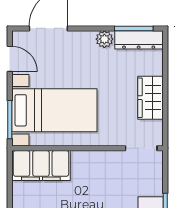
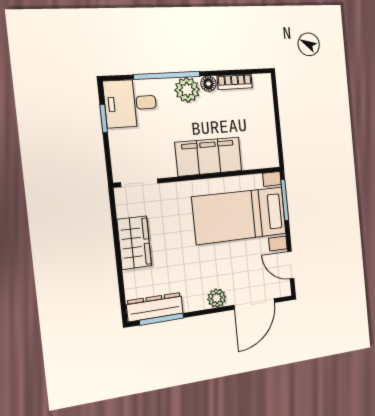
plant: (104, 39) -> (217, 298), moved
filing cabinet: (41, 166) -> (209, 157), moved

